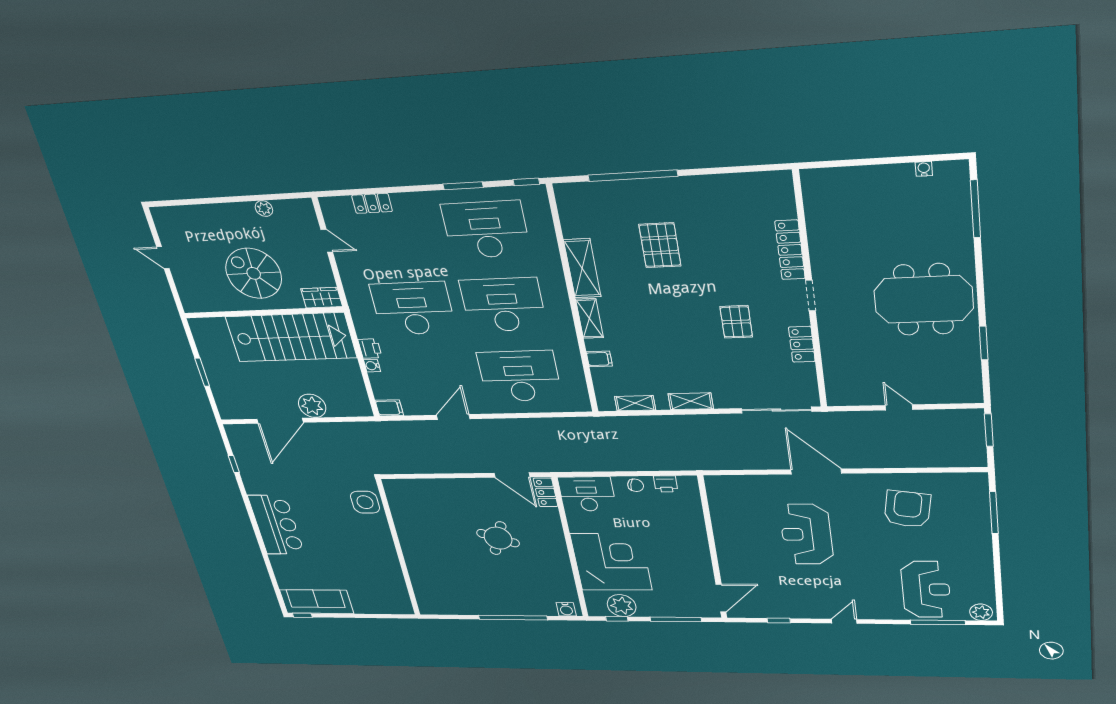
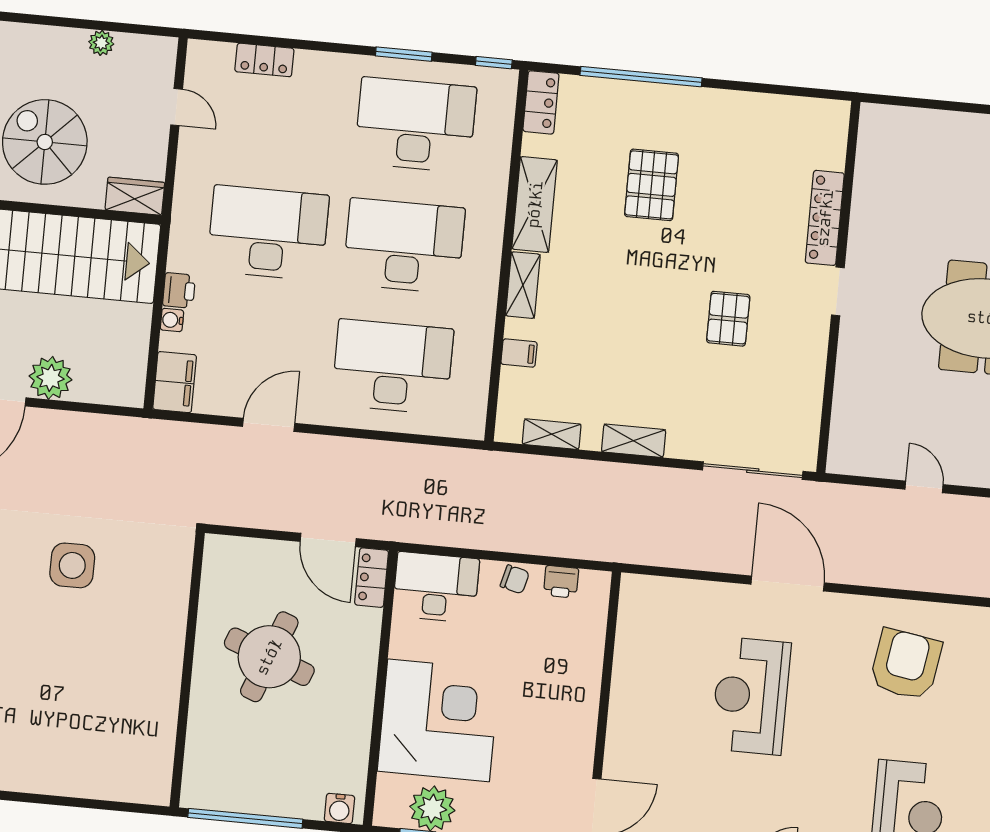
locker: (802, 344) -> (541, 102), moved, turned 180
filing cabinet: (389, 408) -> (175, 382), width x2.00
round table: (498, 538) -> (269, 657), width x1.36, depth x1.36
wall: (398, 549) -> (187, 670), moved

